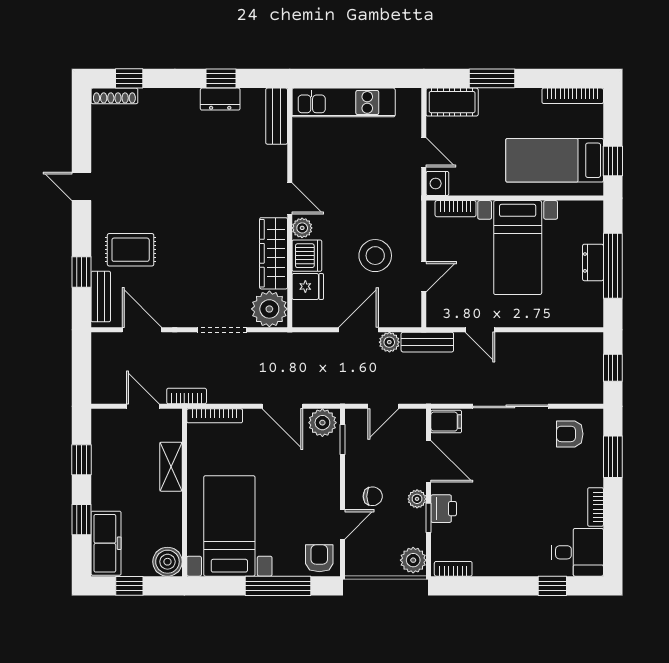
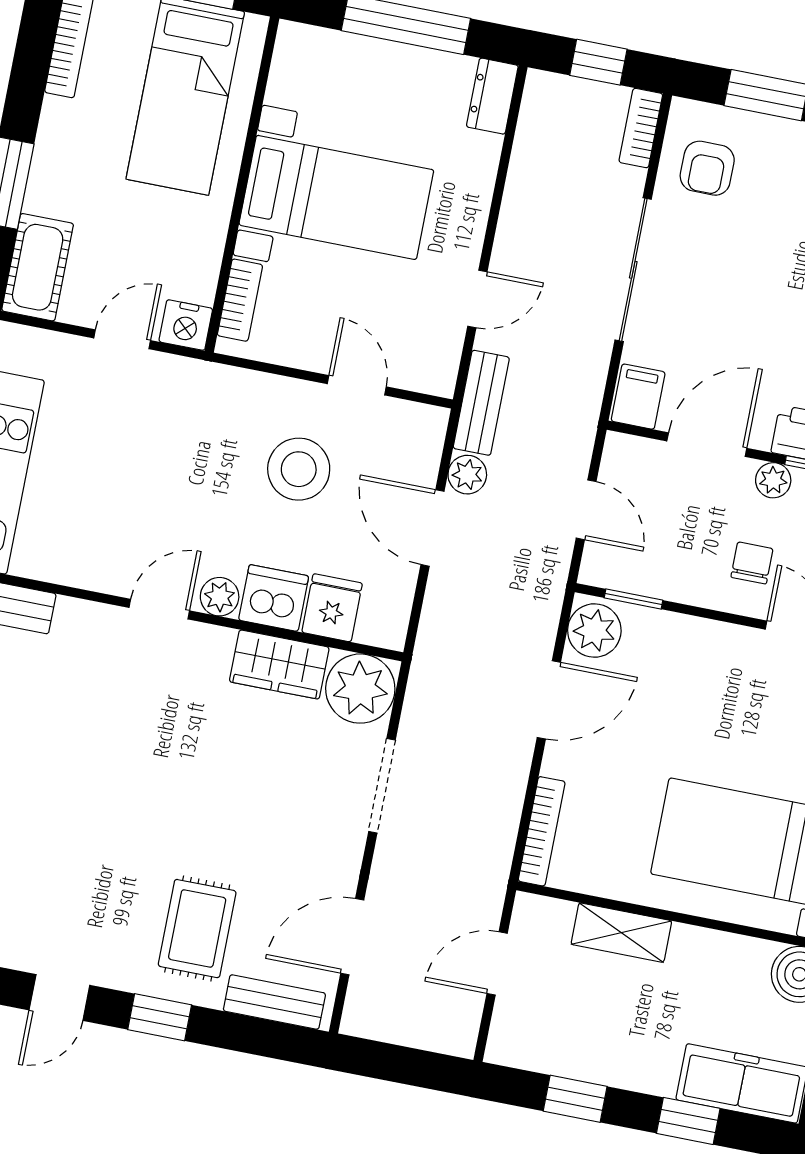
wardrobe: (274, 253) -> (279, 665), width x0.67
dresser: (593, 262) -> (492, 96), moved, turned 90
window: (82, 272) -> (160, 1017), moved
bookcase: (187, 396) -> (641, 128), moved

